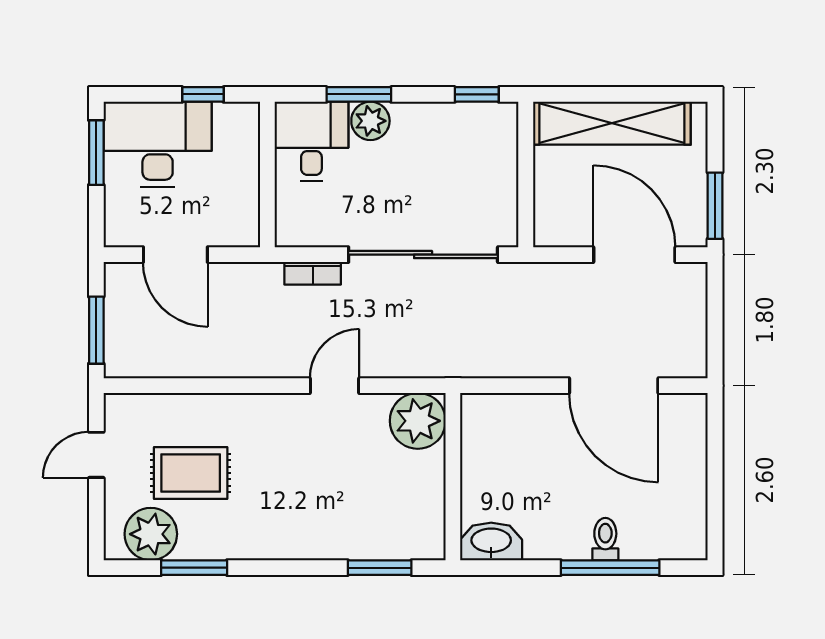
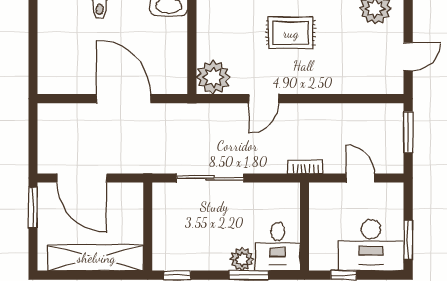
door: (175, 255) -> (360, 178), width x0.73
sliding door: (423, 255) -> (210, 178), width x0.73
bookcase: (313, 273) -> (305, 167), moved
door: (614, 386) -> (123, 99), moved
rug: (191, 473) -> (291, 33), moved

